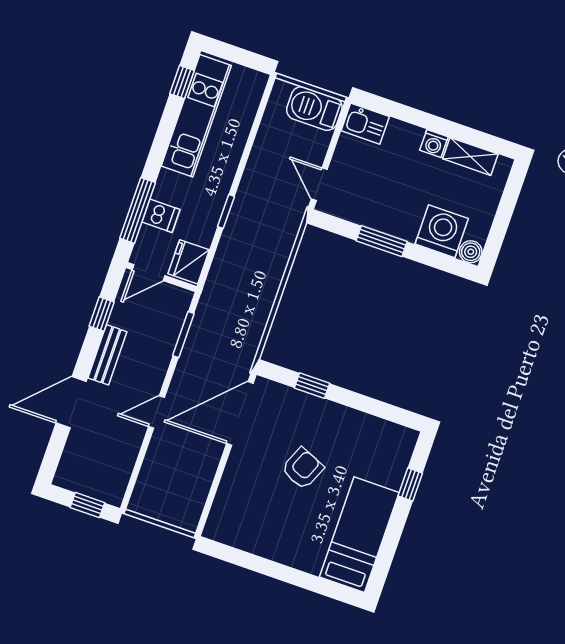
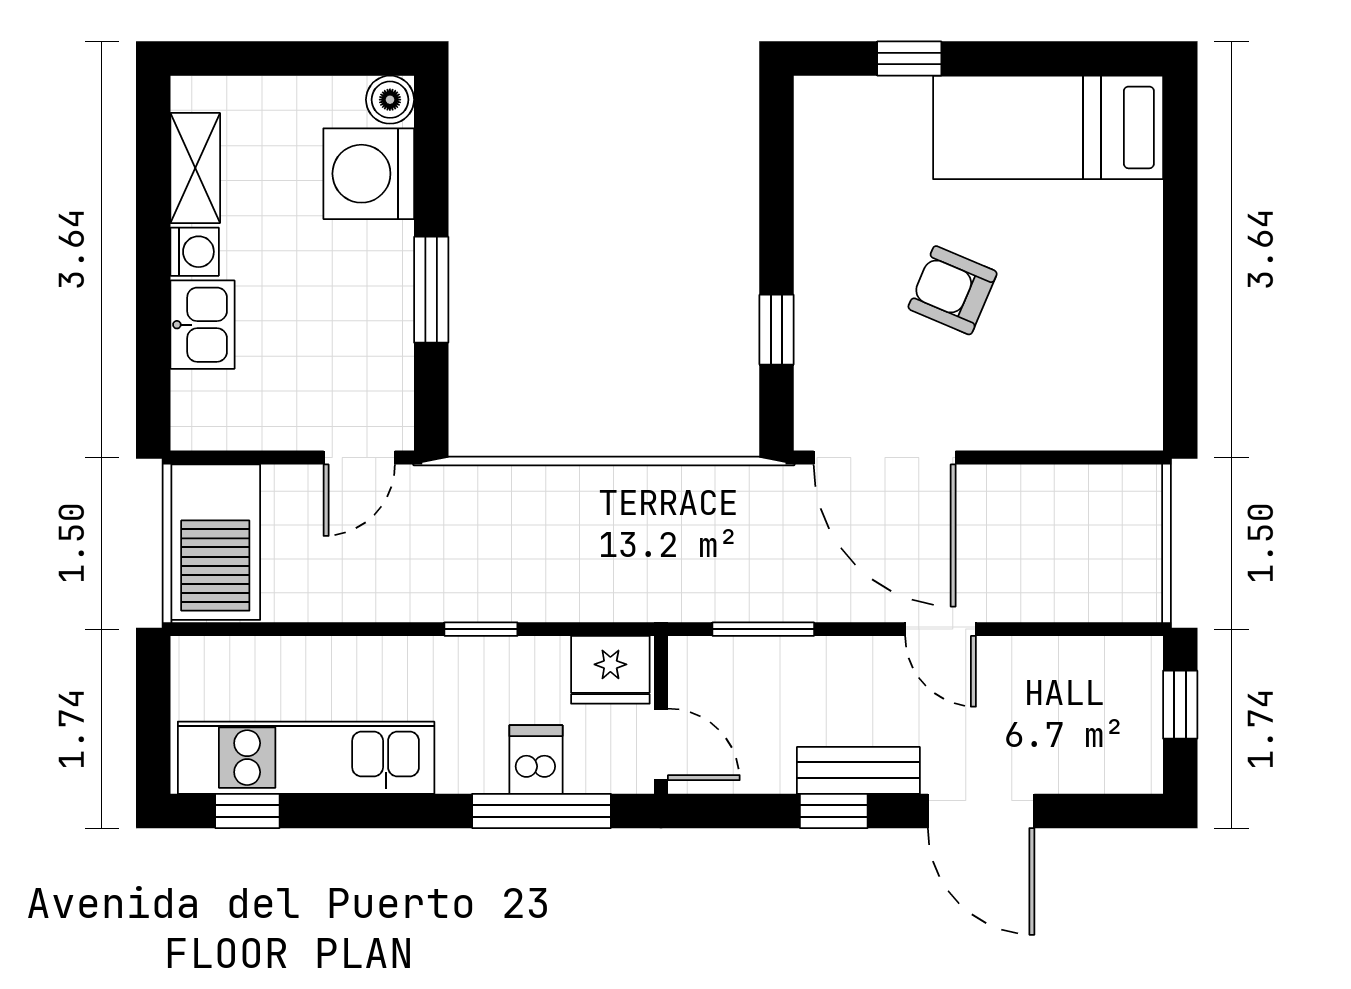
barbecue: (314, 108) -> (215, 542), width x1.37, depth x1.21
kitchen sink: (365, 124) -> (203, 325), moved
window: (102, 314) -> (834, 811), moved

